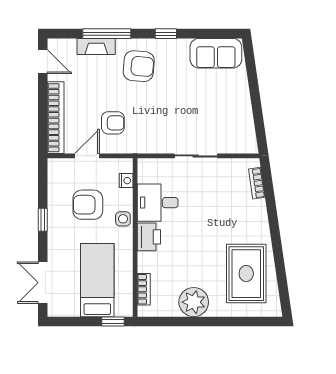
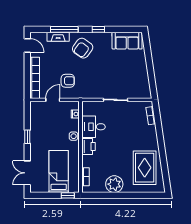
armchair: (139, 66) -> (83, 48), turned 121
armchair: (88, 205) -> (53, 128), removed

